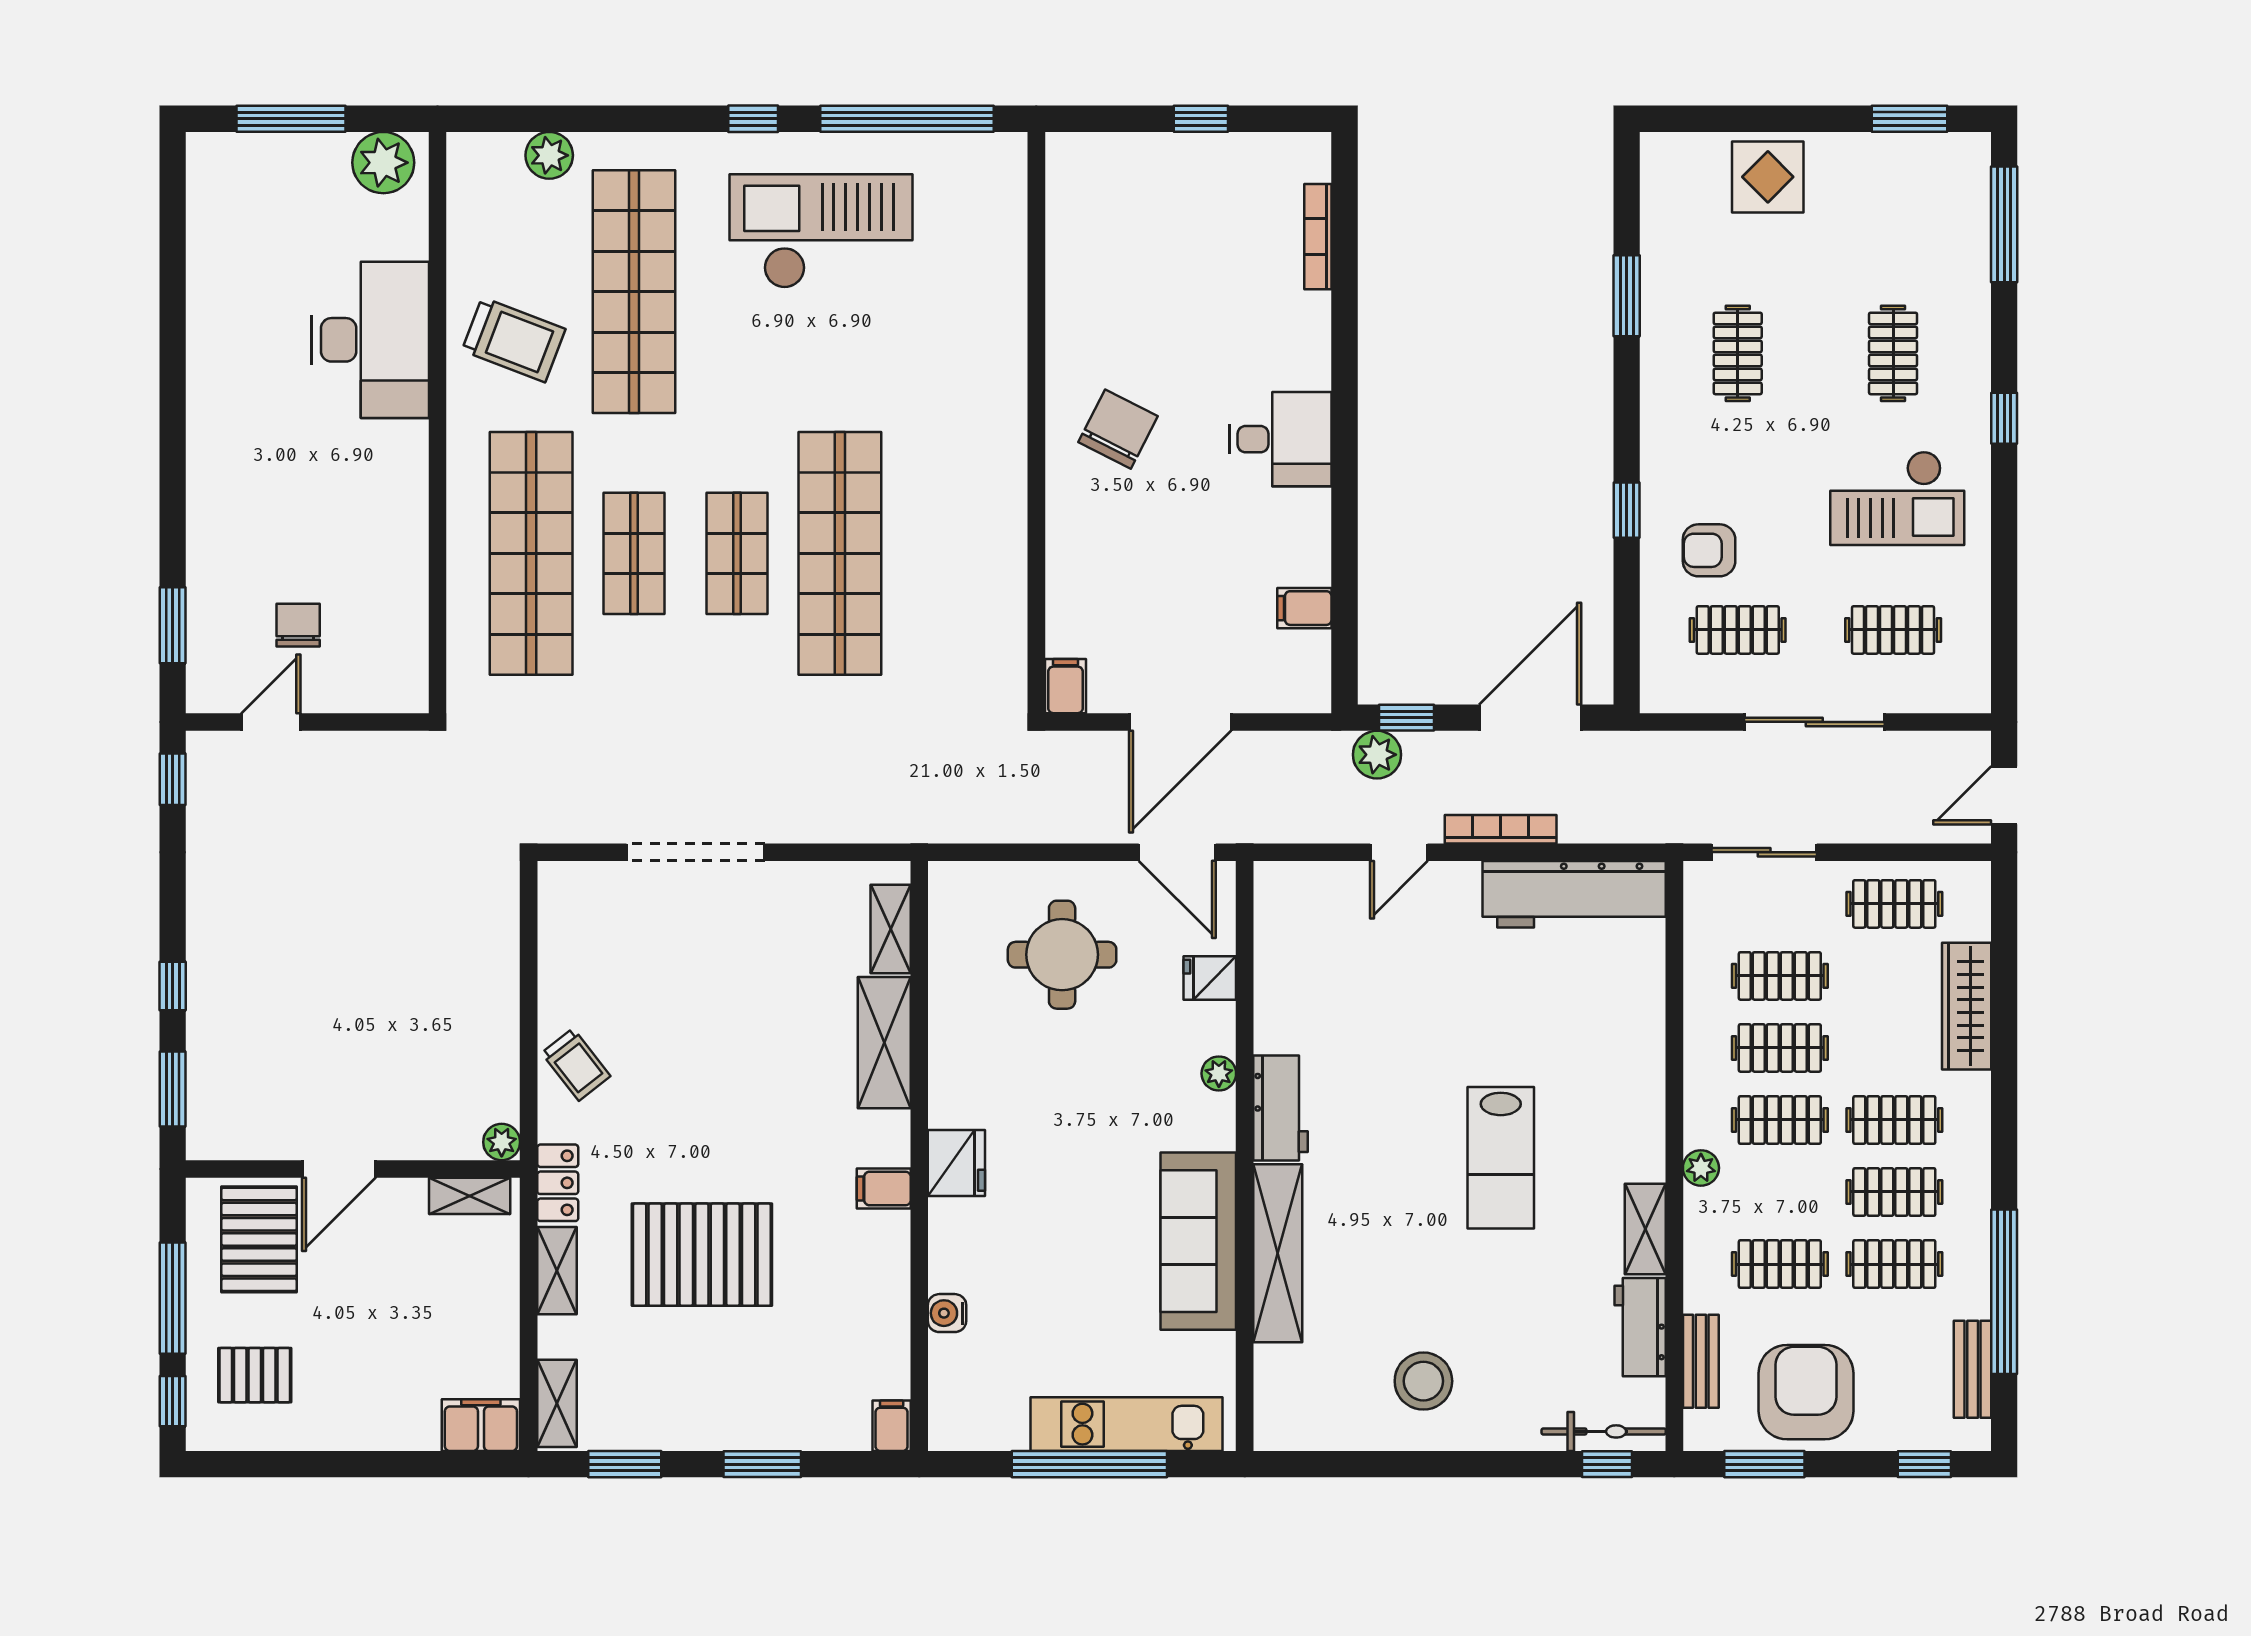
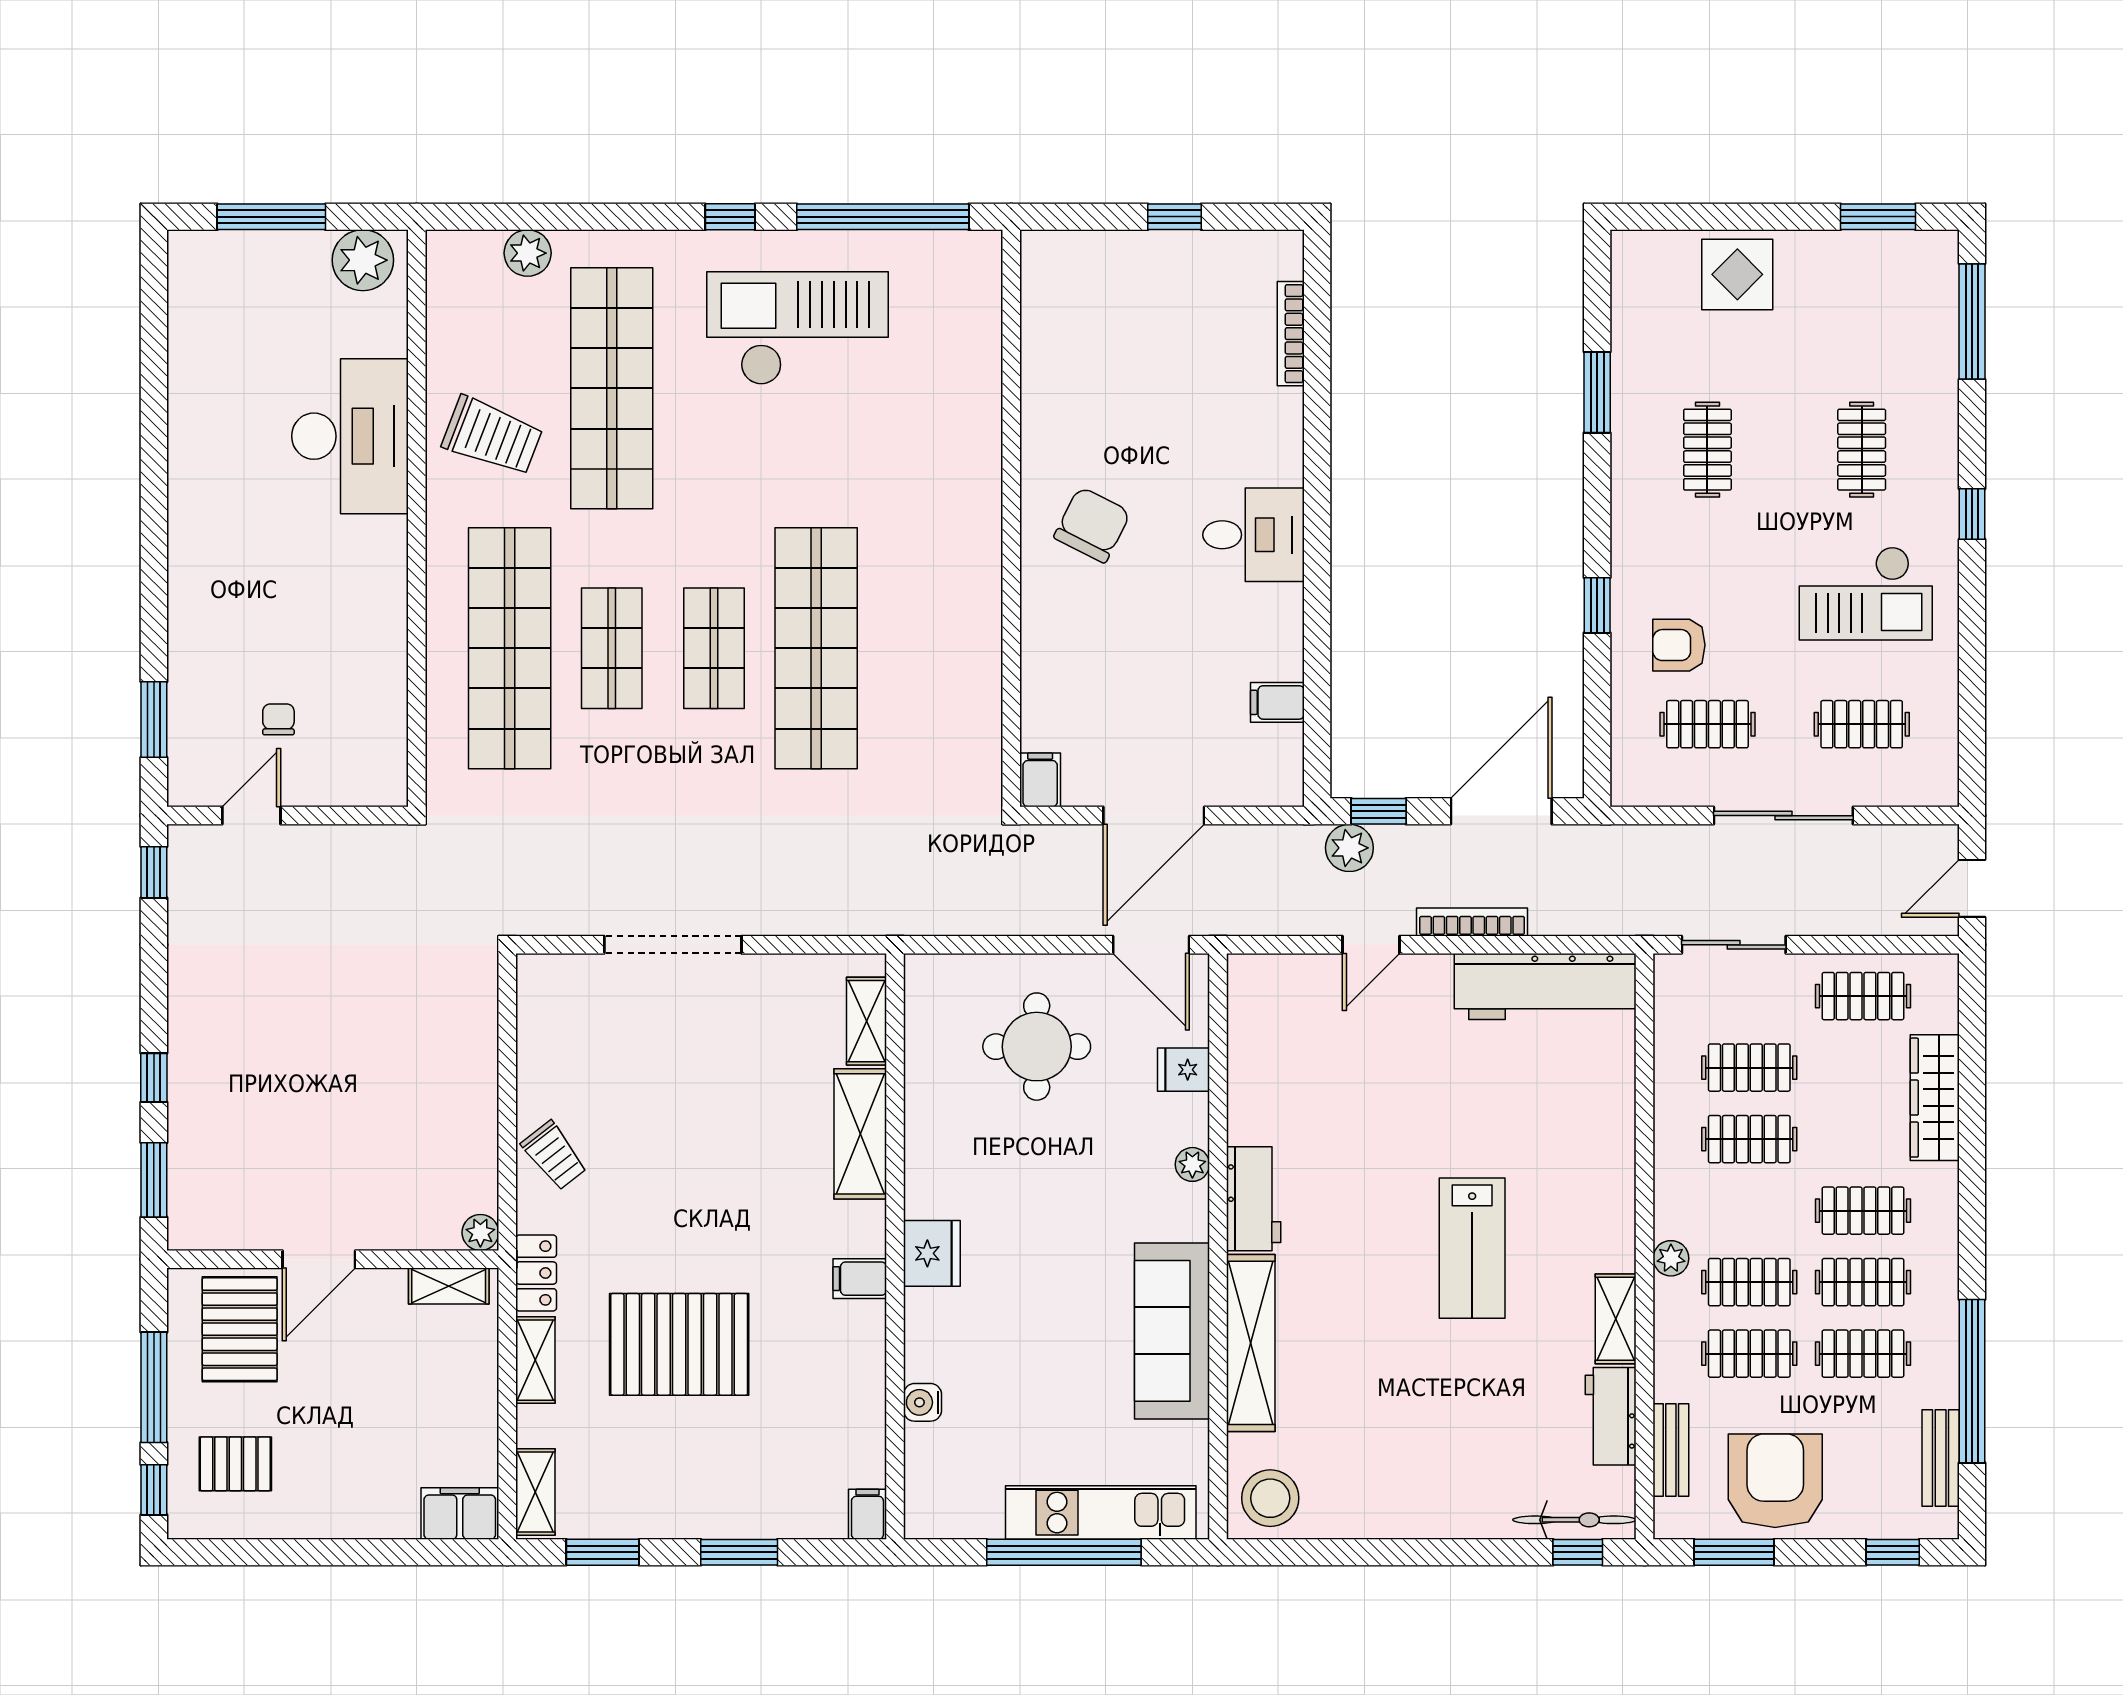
chair: (298, 625) -> (278, 719), width x0.73, depth x0.73
clothes rail: (1780, 1120) -> (1749, 1282), moved
stool: (1423, 1381) -> (1270, 1498), moved

